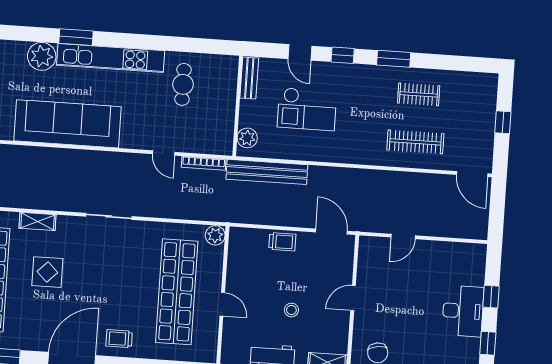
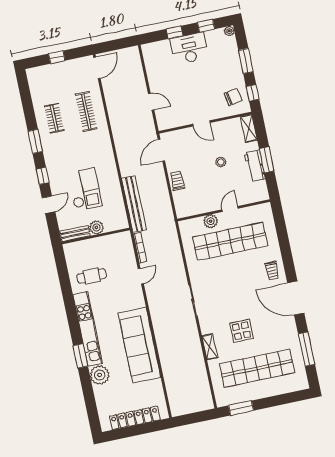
plant: (247, 138) -> (96, 227), moved
plant: (215, 235) -> (211, 221), moved

